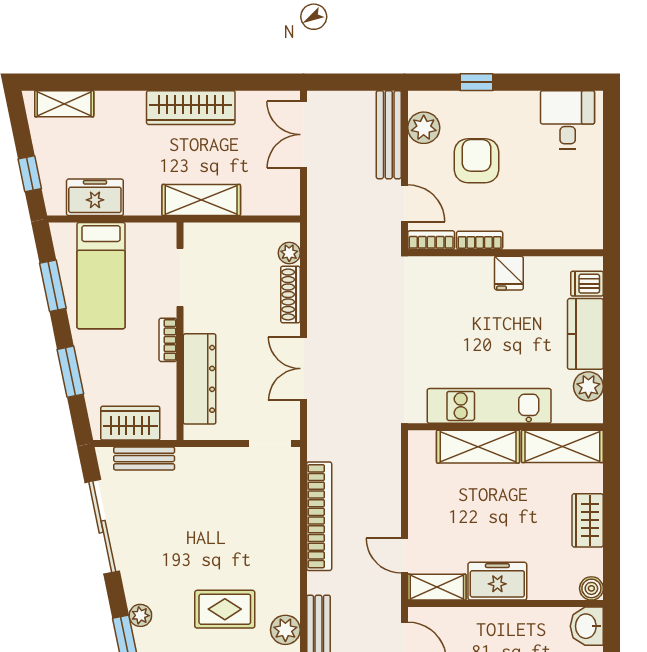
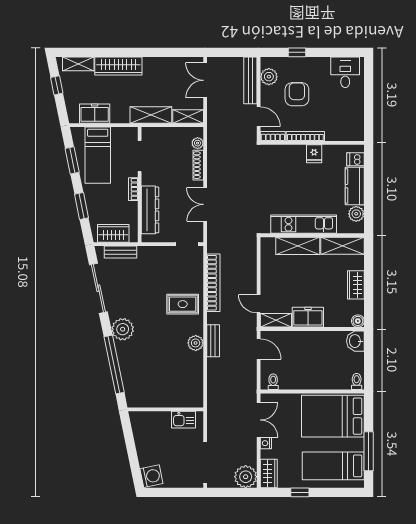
wardrobe: (191, 108) -> (118, 66), moved
window: (30, 174) -> (57, 85), moved
shelving: (271, 203) -> (188, 116), added
bookcase: (480, 240) -> (305, 136), width x1.56
rug: (225, 609) -> (183, 304), moved
plant: (140, 615) -> (123, 329), width x1.87, depth x1.87

